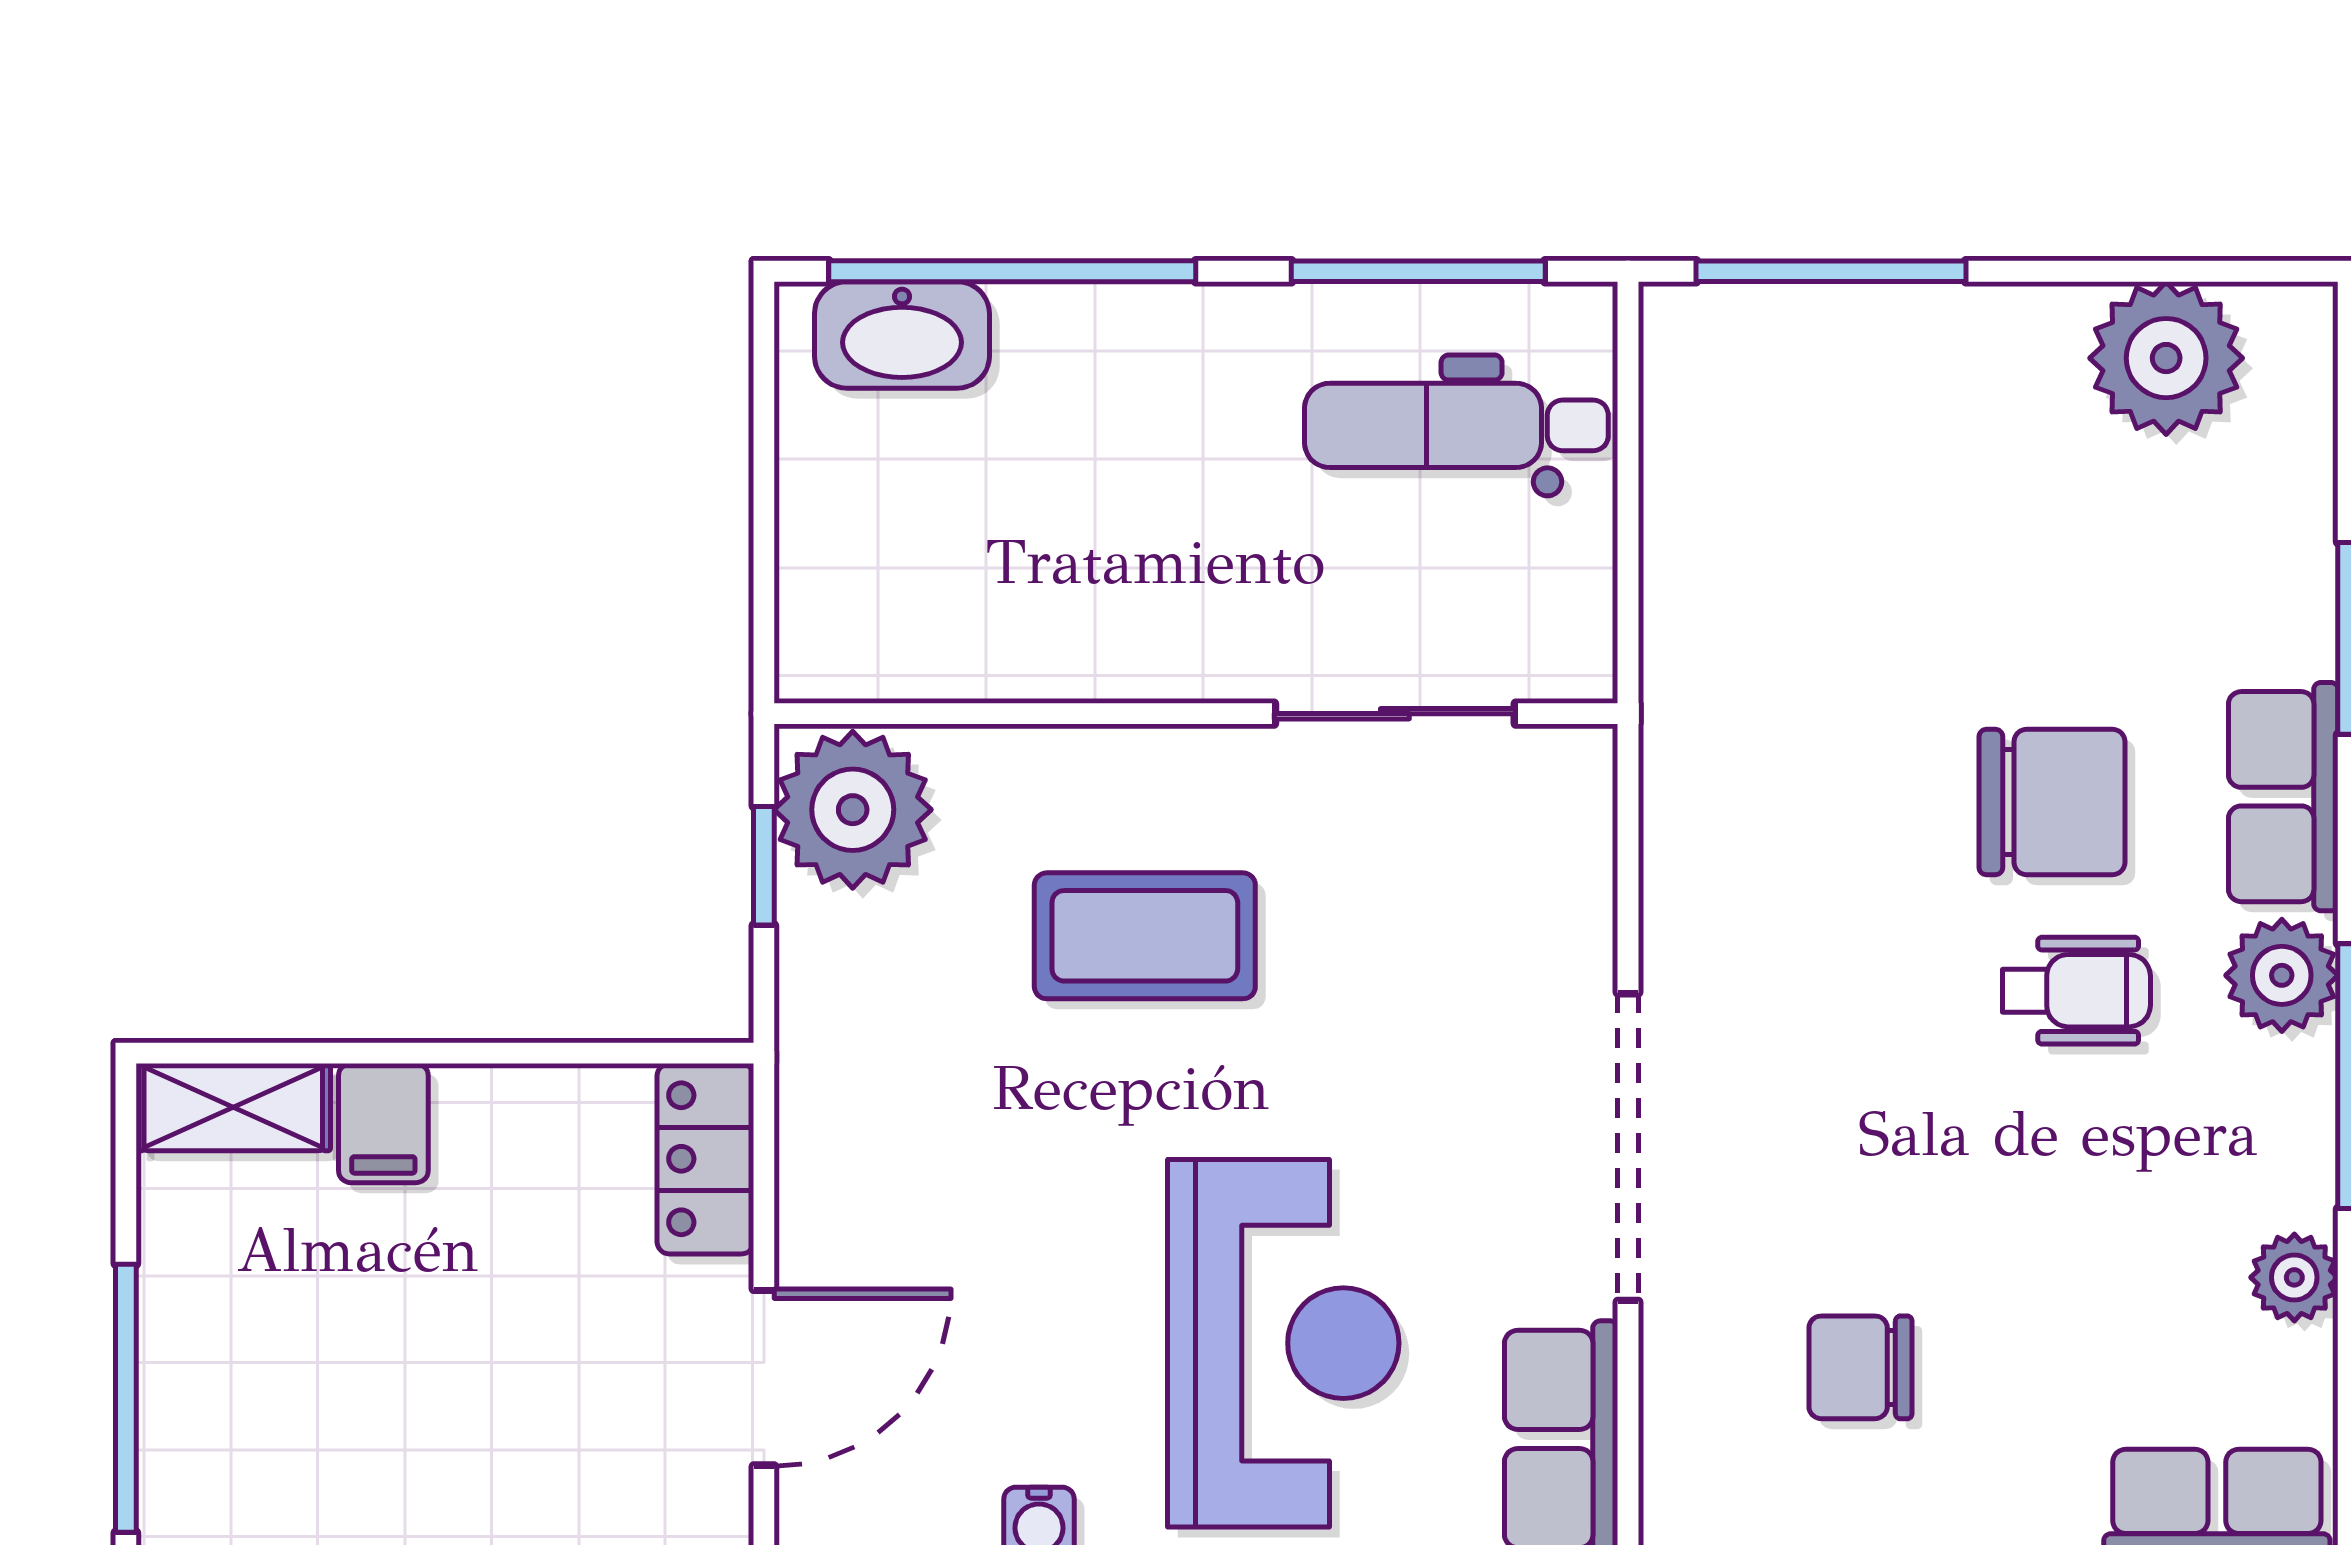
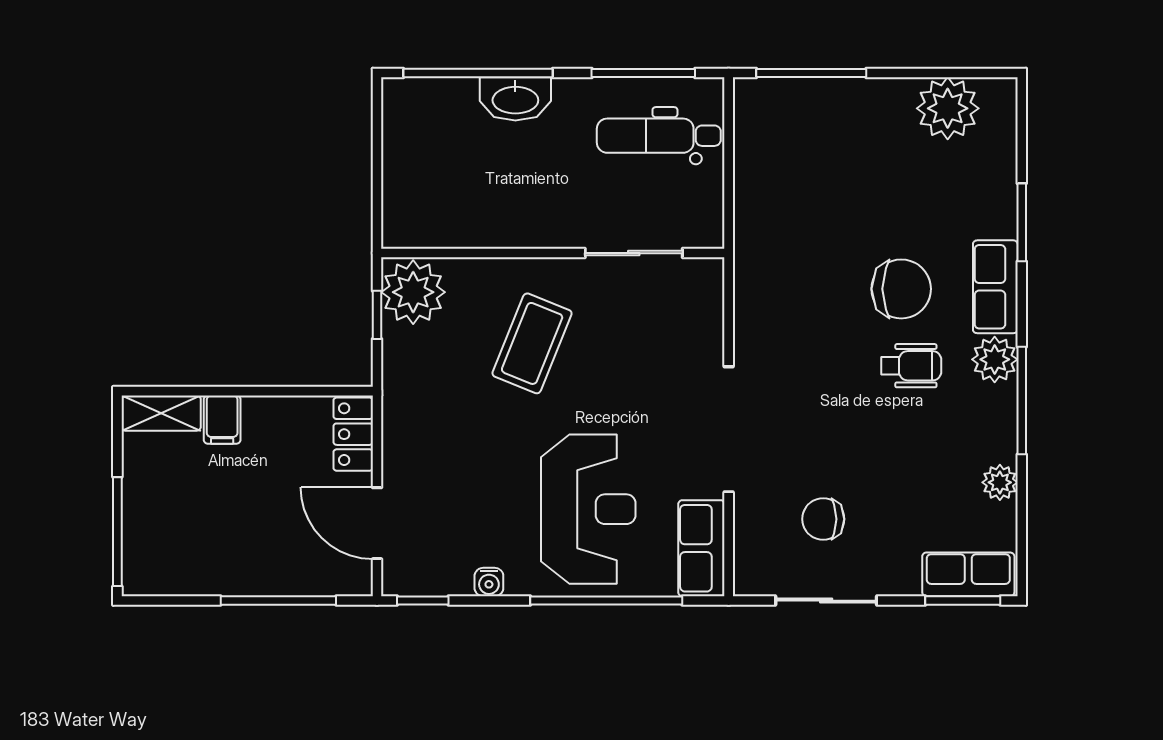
washbasin: (902, 335) -> (515, 99), moved
coffee table: (1145, 936) -> (532, 343), turned -68
door: (764, 1378) -> (377, 523), swing flipped

